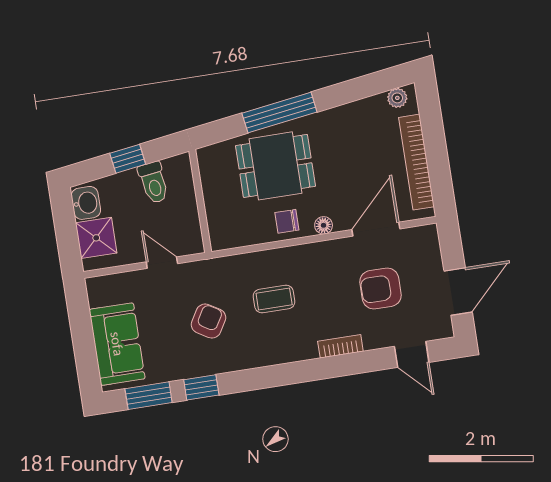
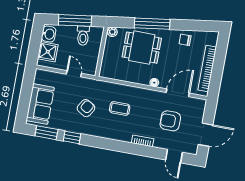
plant: (397, 98) -> (112, 32), moved
window: (128, 159) -> (75, 20), width x2.17
chair: (287, 221) -> (185, 40), moved

